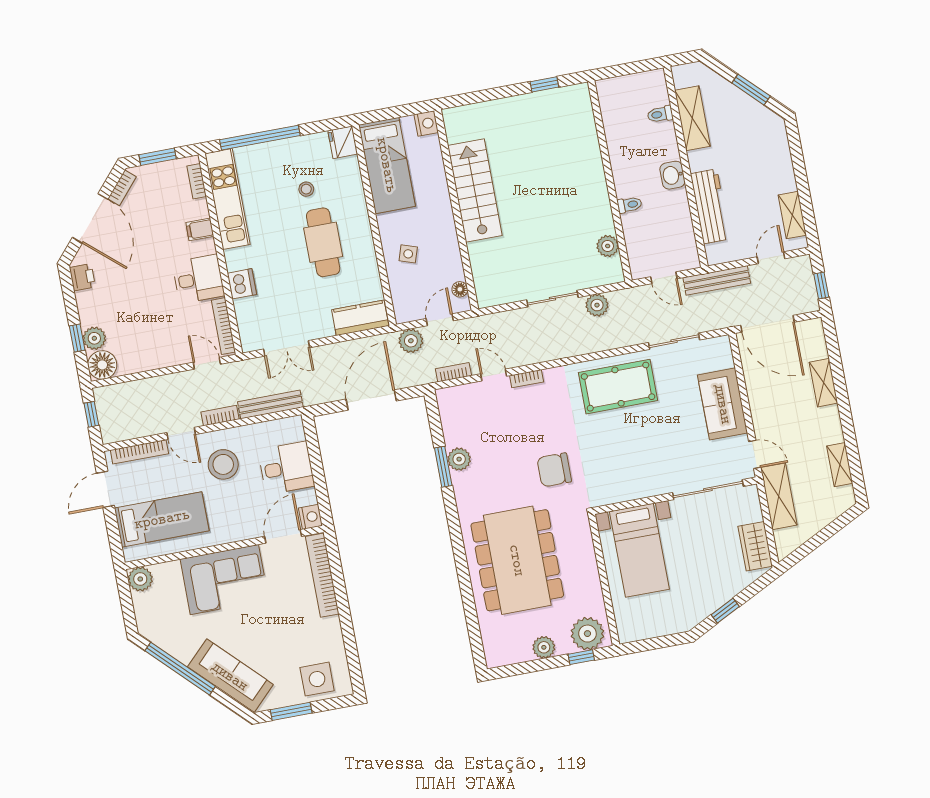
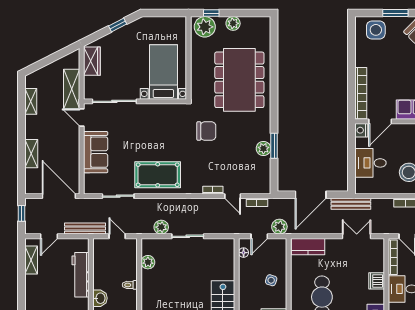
bench: (270, 404) -> (351, 204), moved

